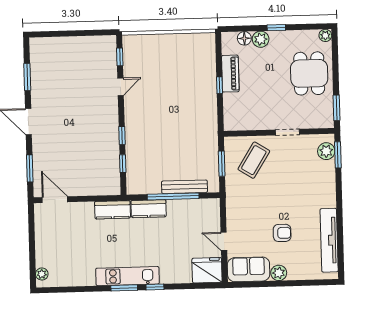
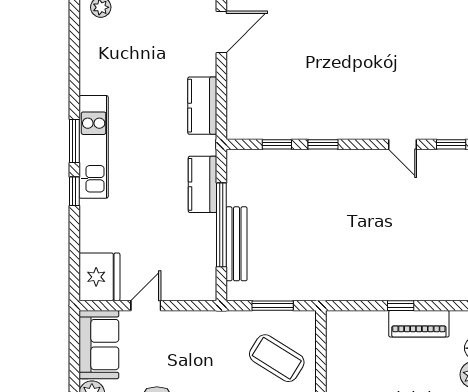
kitchen counter: (112, 210) -> (202, 106), moved

